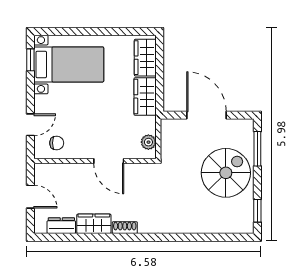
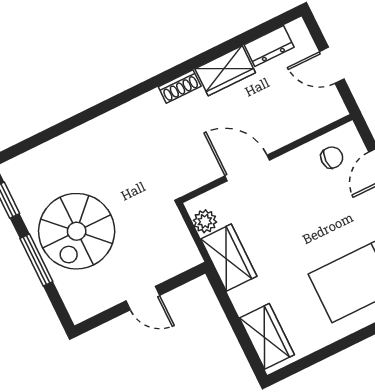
wardrobe: (145, 96) -> (229, 258), moved
door: (206, 115) -> (143, 298), width x0.53
chair: (57, 143) -> (332, 158), turned 180
window: (257, 149) -> (36, 260), moved

